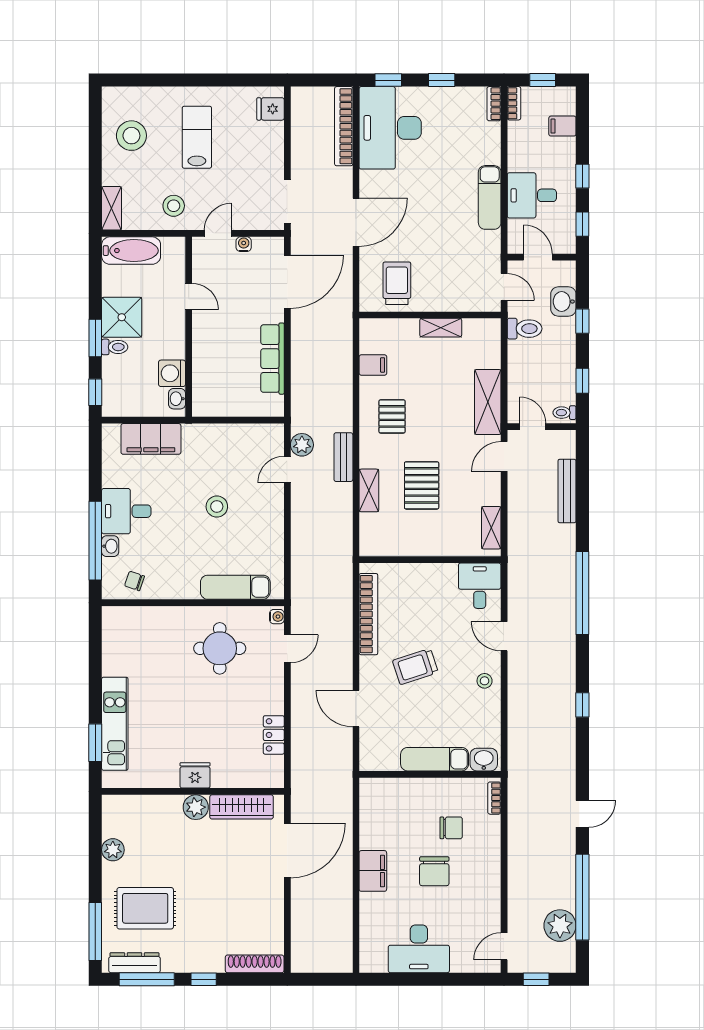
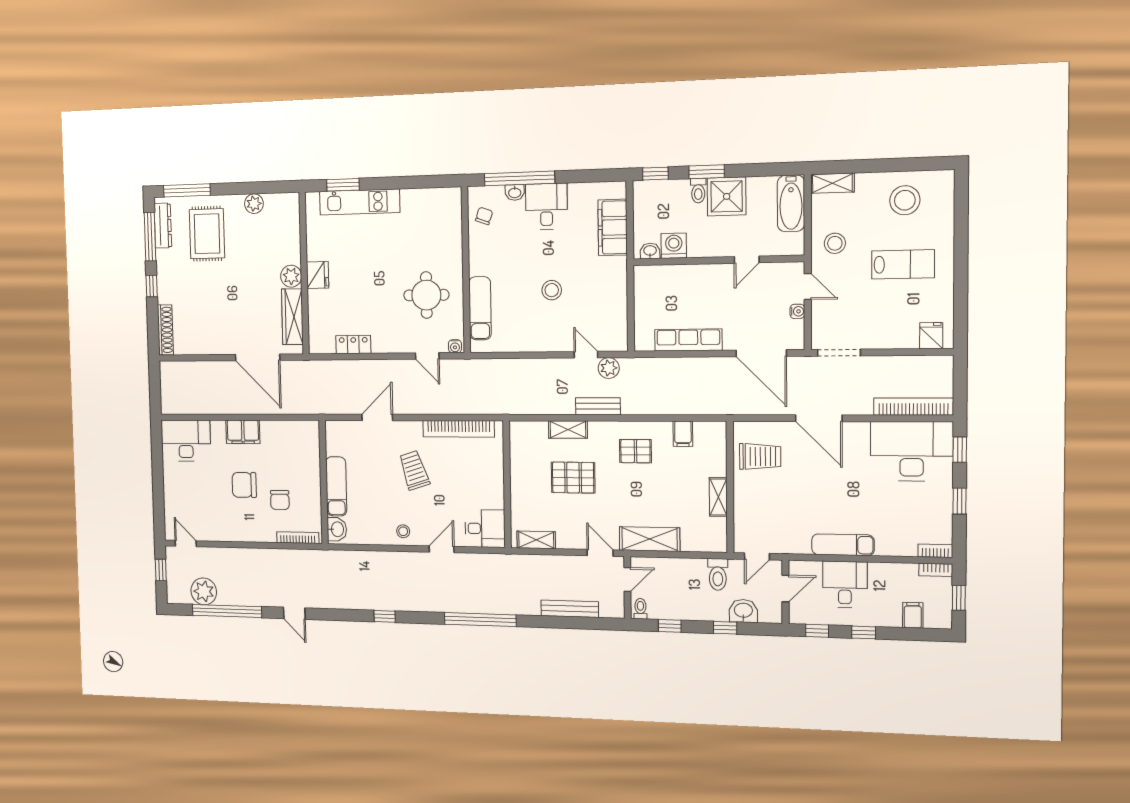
bookcase: (494, 798) -> (298, 538), width x1.56
desk: (419, 949) -> (186, 440), moved, turned 90

